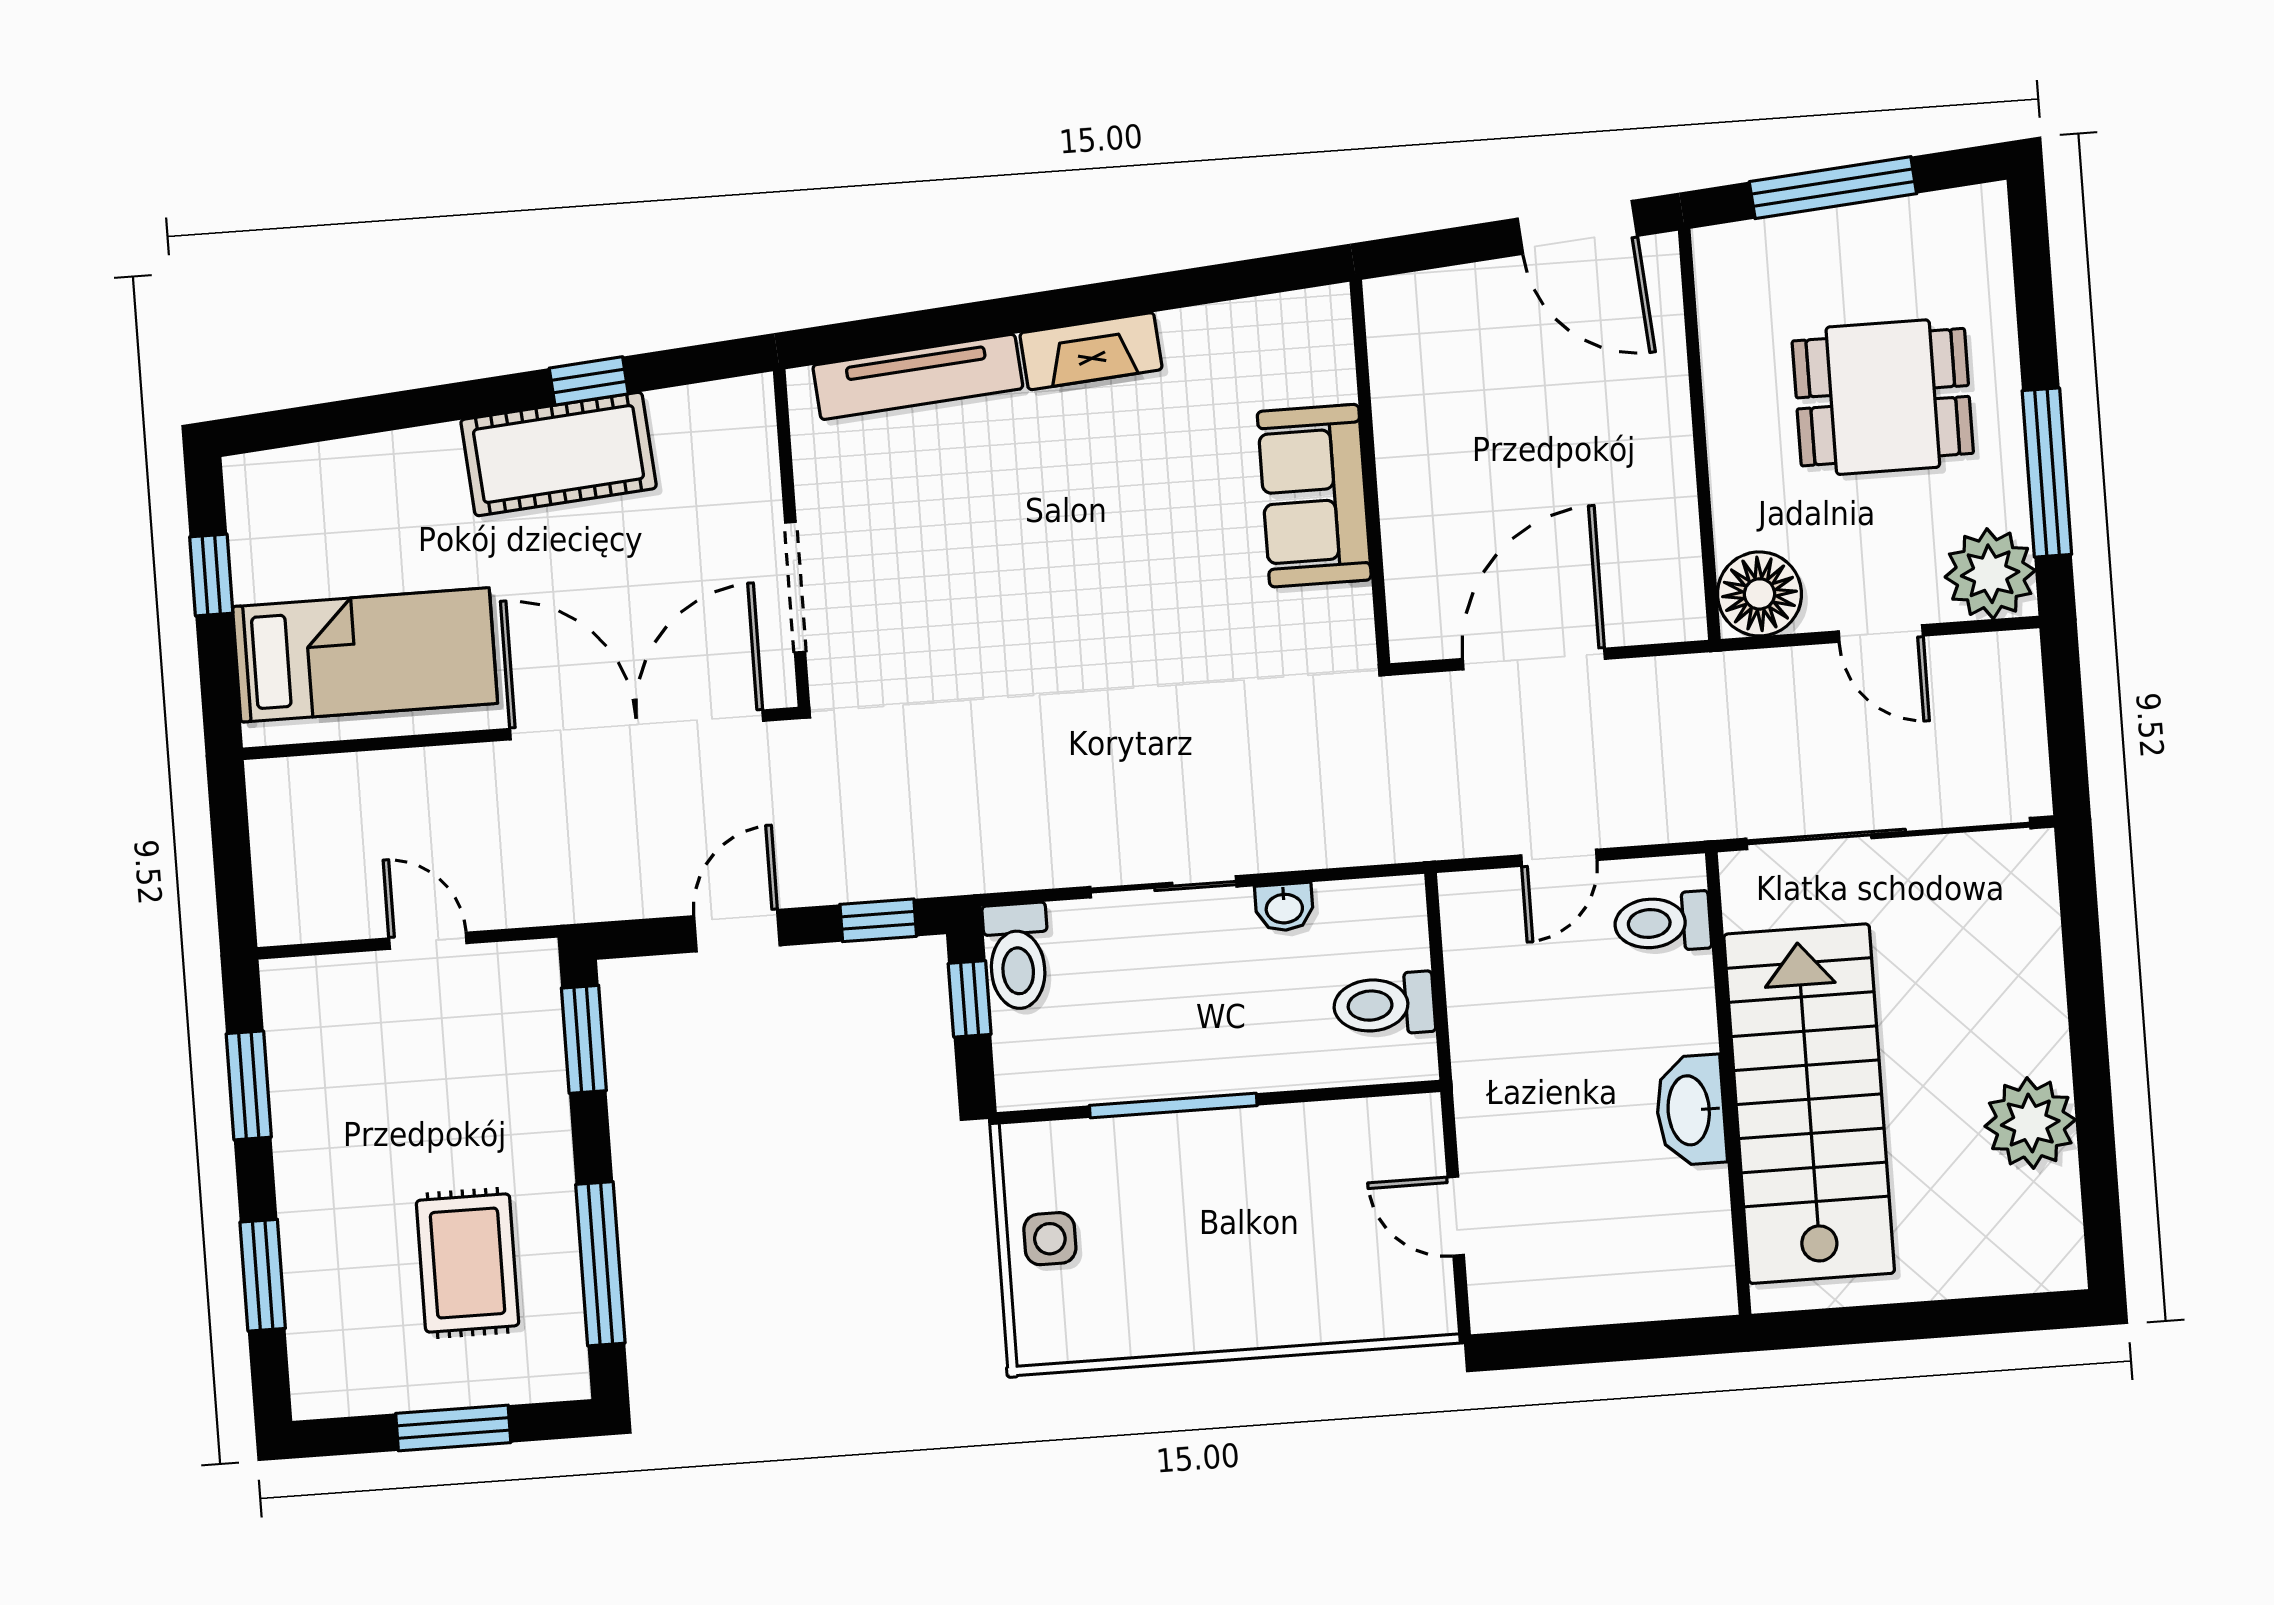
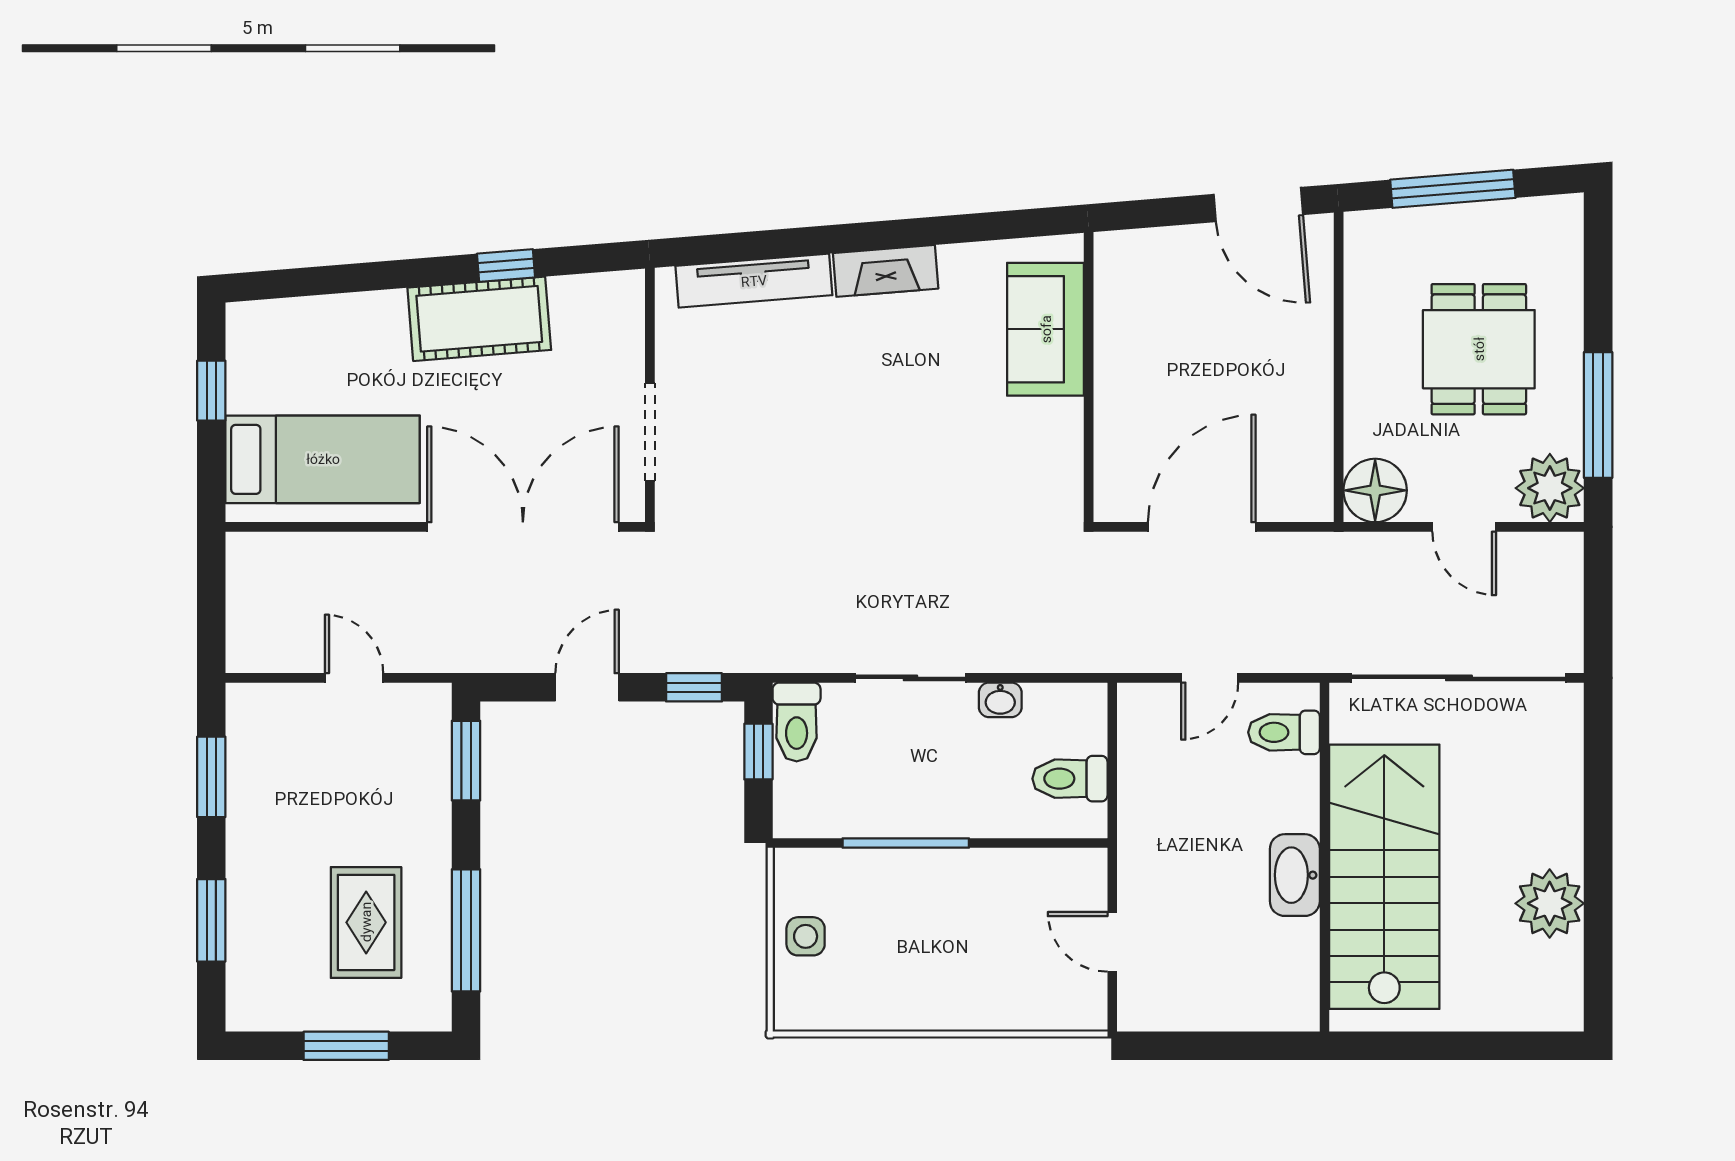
dining table: (1883, 397) -> (1479, 349), turned 90
sofa: (1314, 496) -> (1046, 329), moved

